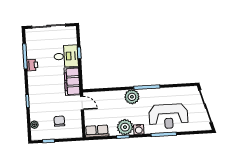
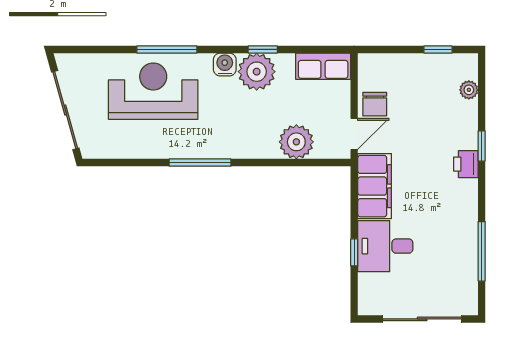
printer: (32, 65) -> (466, 164), moved
plant: (132, 97) -> (296, 142), moved
door: (82, 103) -> (354, 134), swing flipped
chair: (59, 121) -> (375, 104), moved

